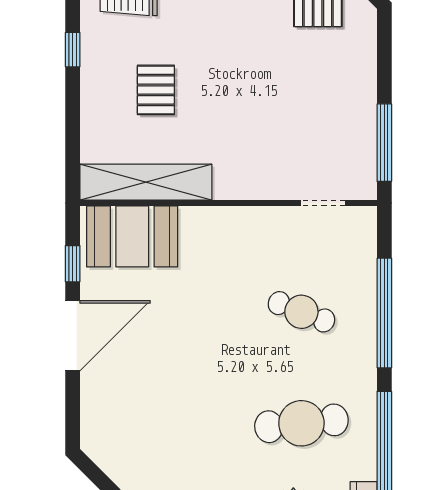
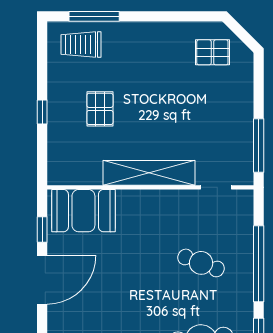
window: (73, 50) -> (42, 112), moved
shelving: (146, 182) -> (149, 173), moved

